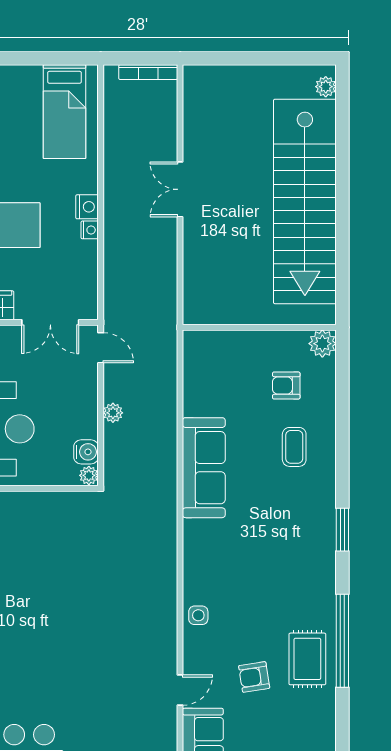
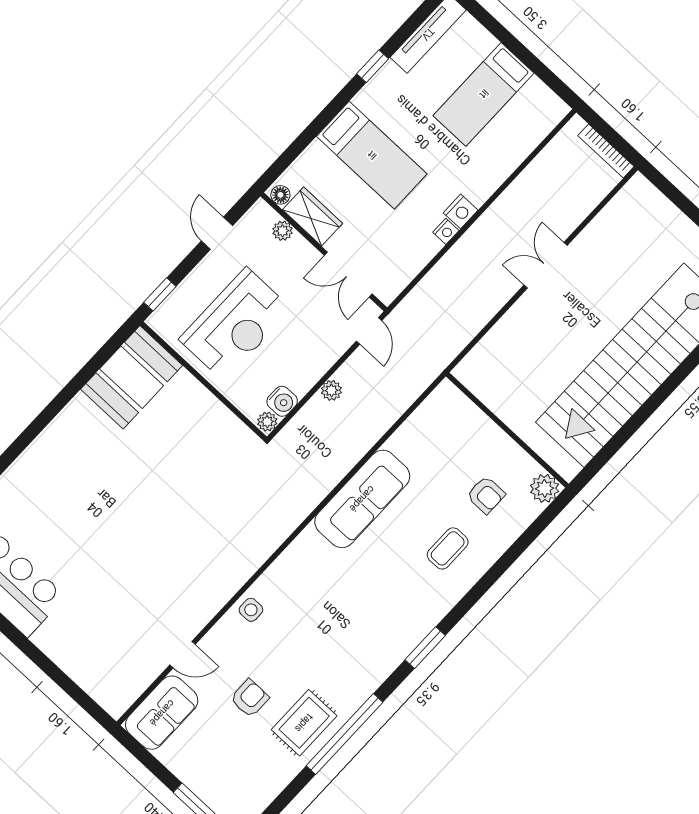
bed: (65, 112) -> (484, 94), moved
armchair: (286, 386) -> (486, 495), turned 180
armchair: (254, 677) -> (250, 698), turned 99

